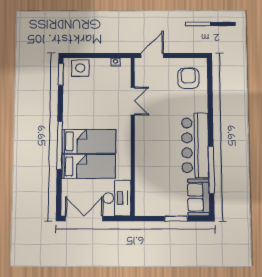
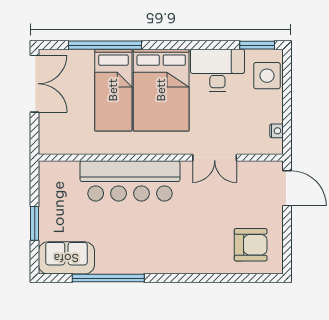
bed: (89, 141) -> (161, 90), width x1.50
window: (60, 145) -> (105, 45), moved
bar counter: (195, 145) -> (130, 181), moved, turned 180
desk: (117, 198) -> (217, 70), moved, turned 180

